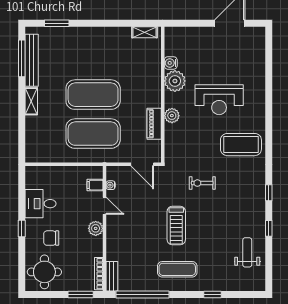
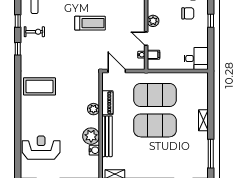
bench: (32, 60) -> (107, 136), moved
reception desk: (219, 100) -> (41, 148), moved
exercise bike: (202, 183) -> (34, 32), moved
desk: (40, 204) -> (196, 59), moved
treadmill: (176, 226) -> (90, 23), turned 90

